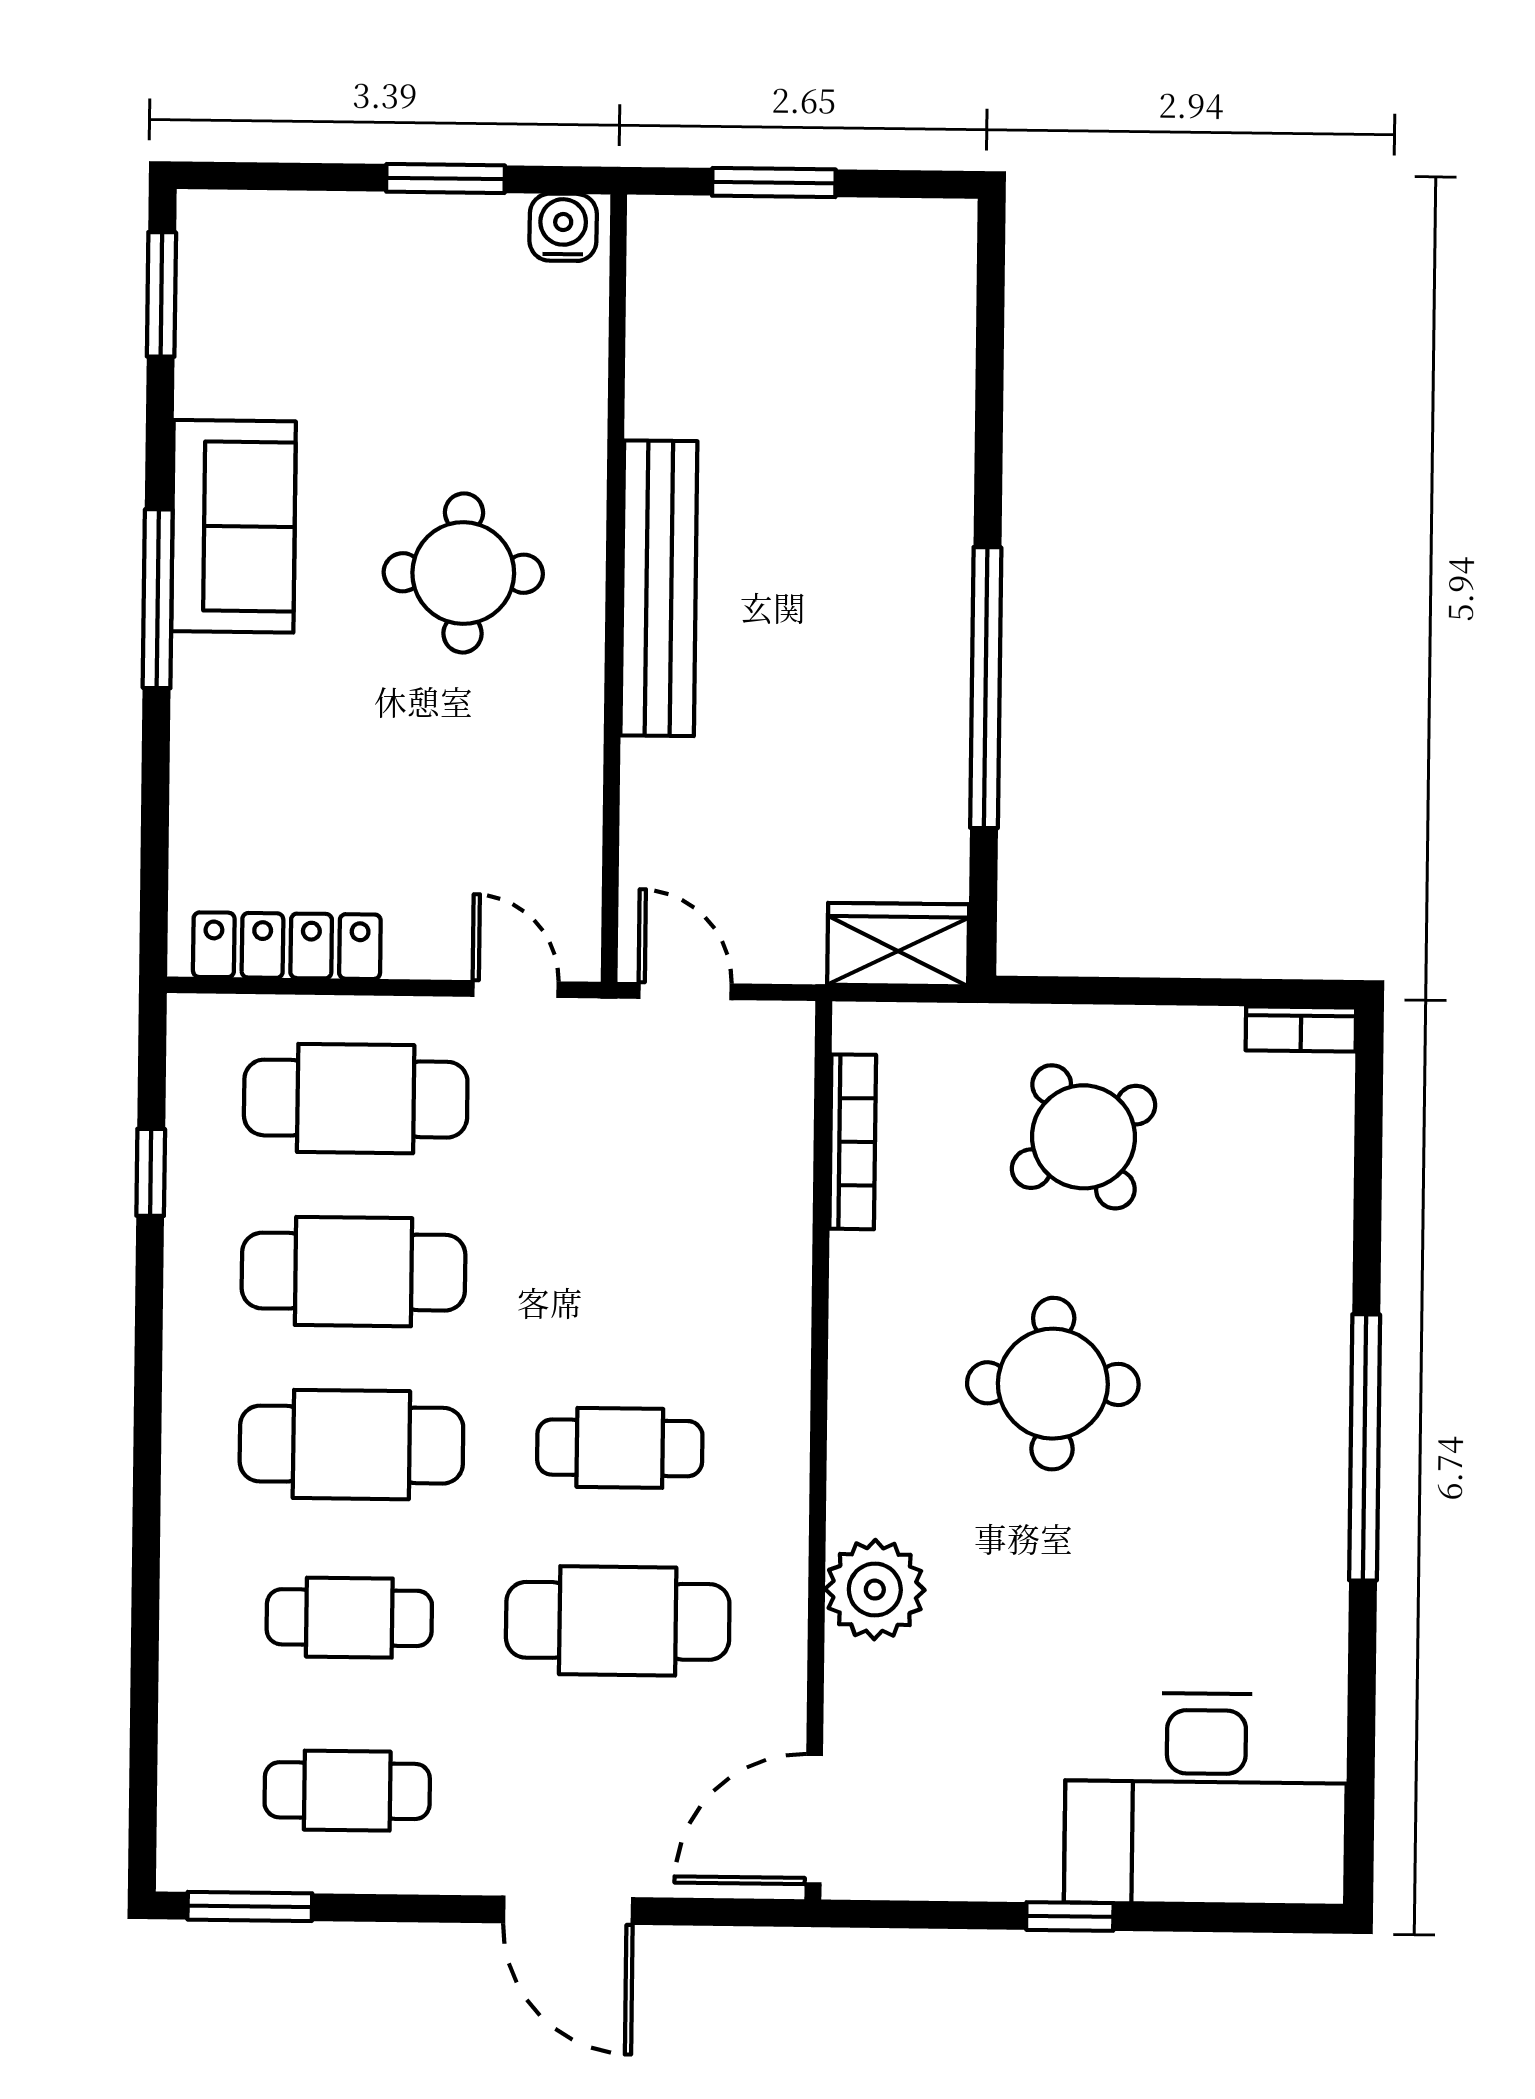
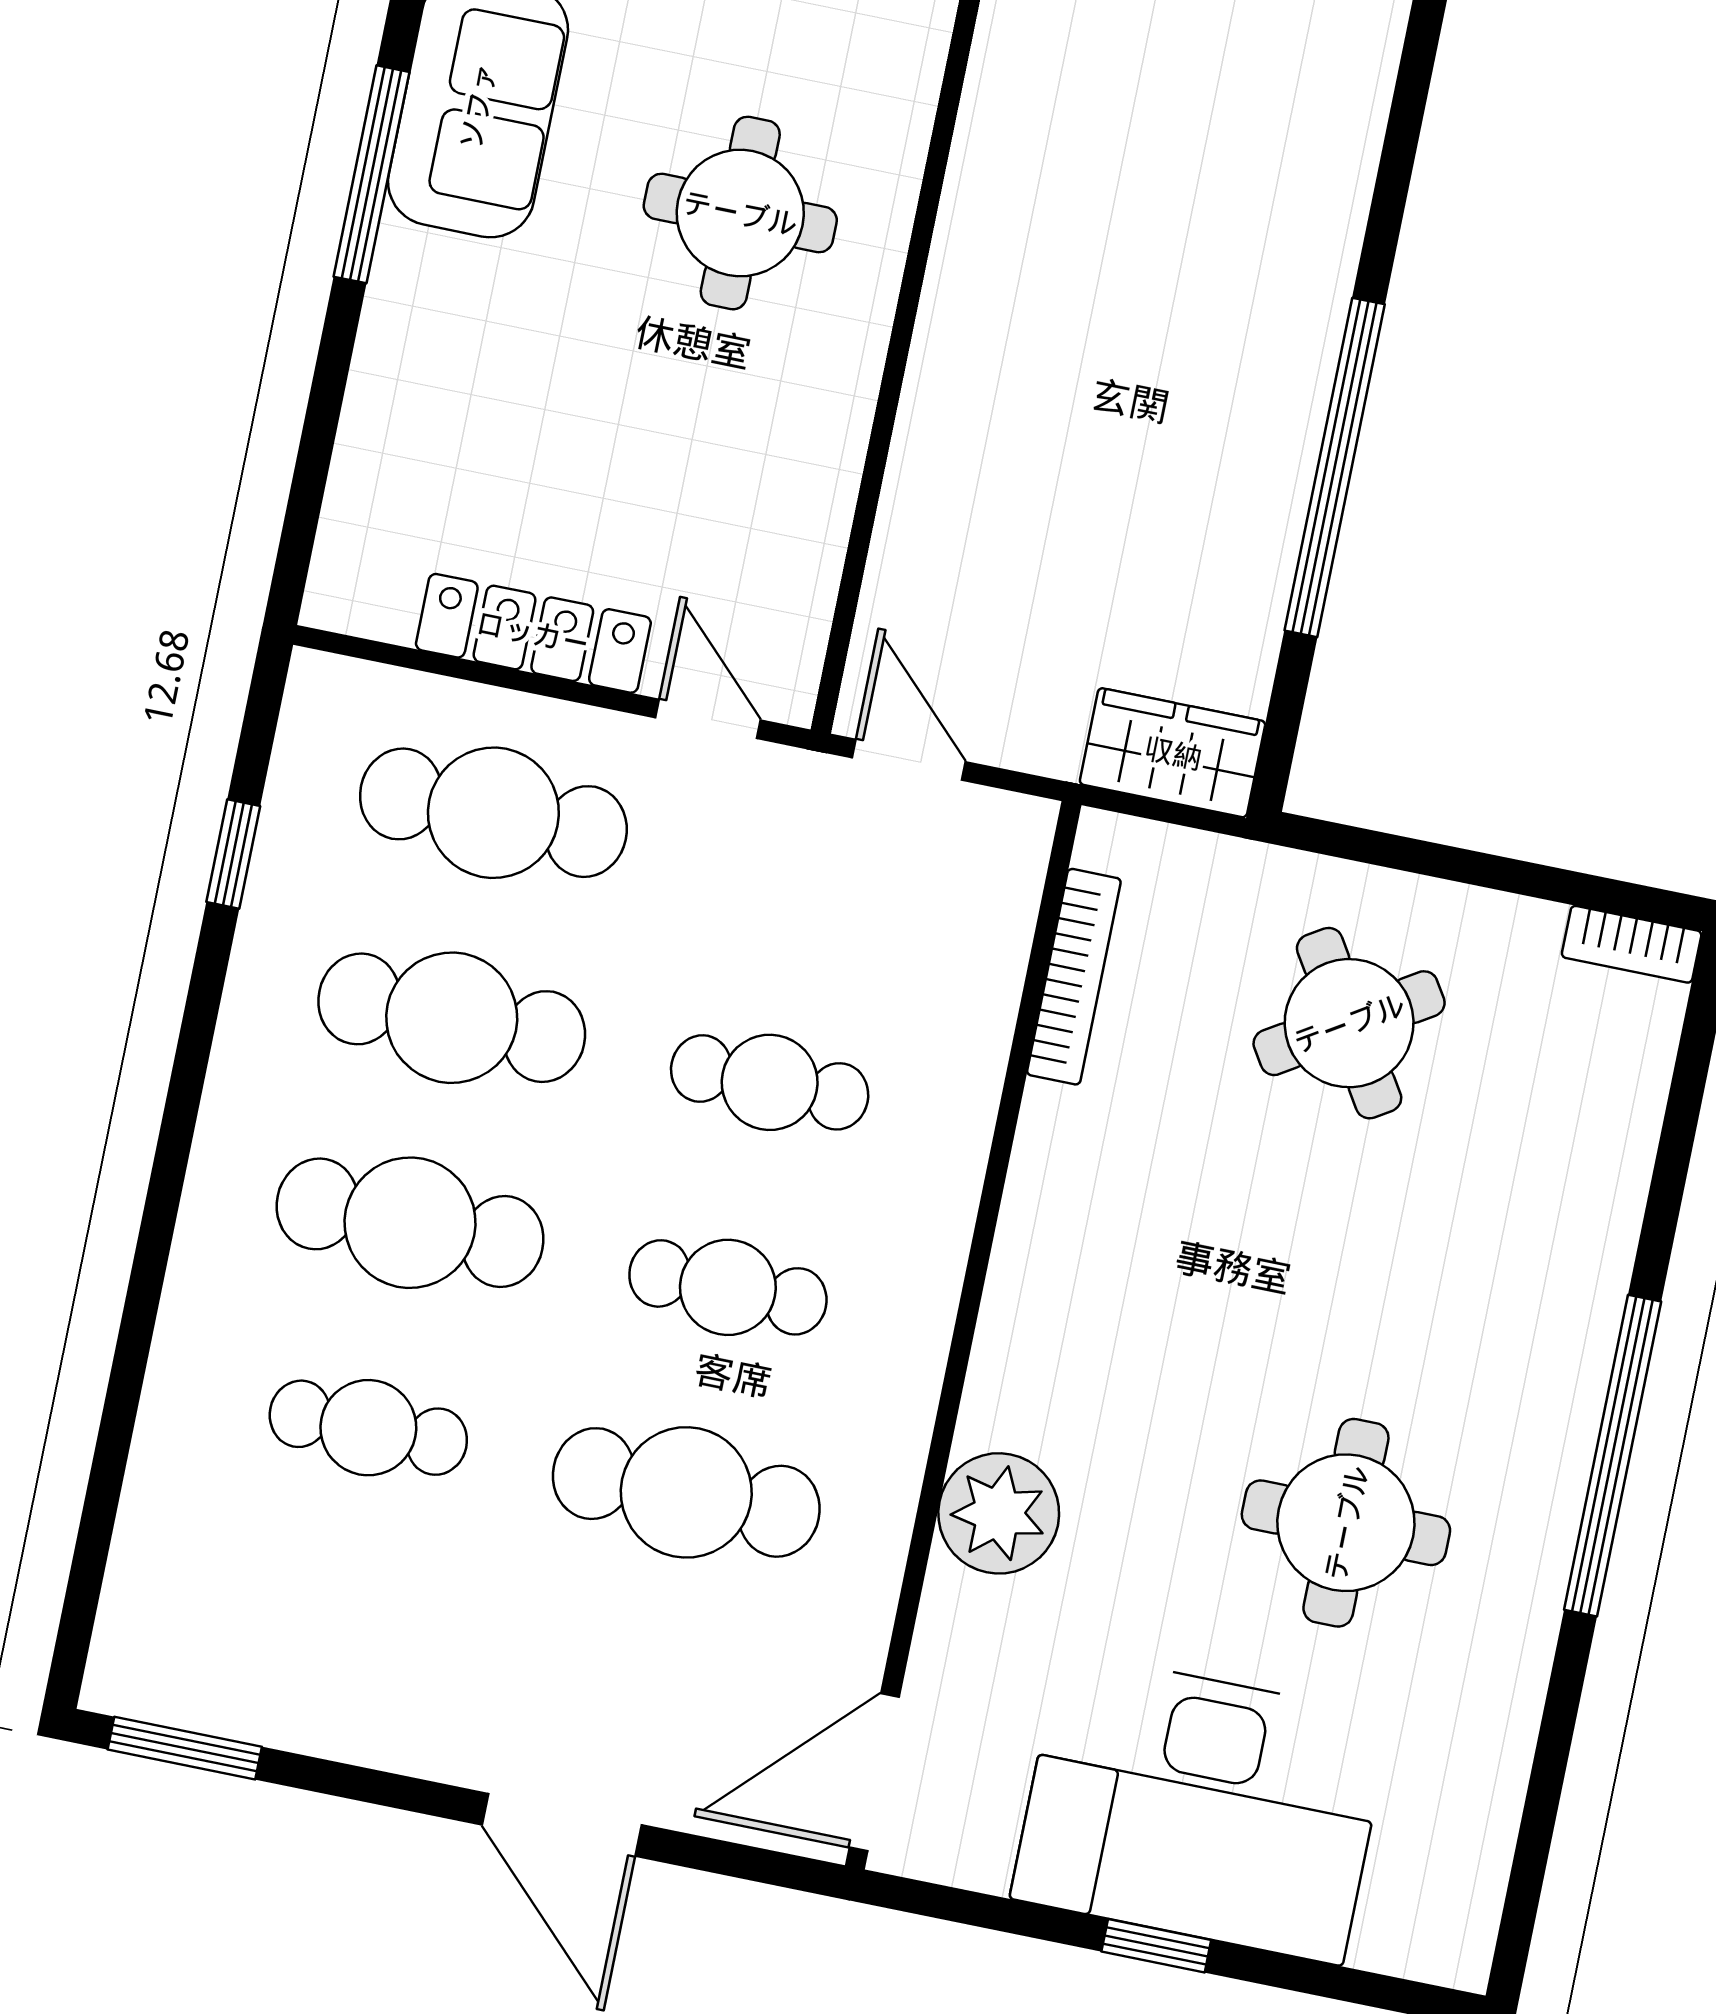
bench: (659, 588) -> (969, 275), removed
locker: (287, 946) -> (533, 633), moved
round table: (1053, 1384) -> (1346, 1523), moved
cafe table: (347, 1791) -> (770, 1082), moved
desk: (1206, 1799) -> (1201, 1808), moved

